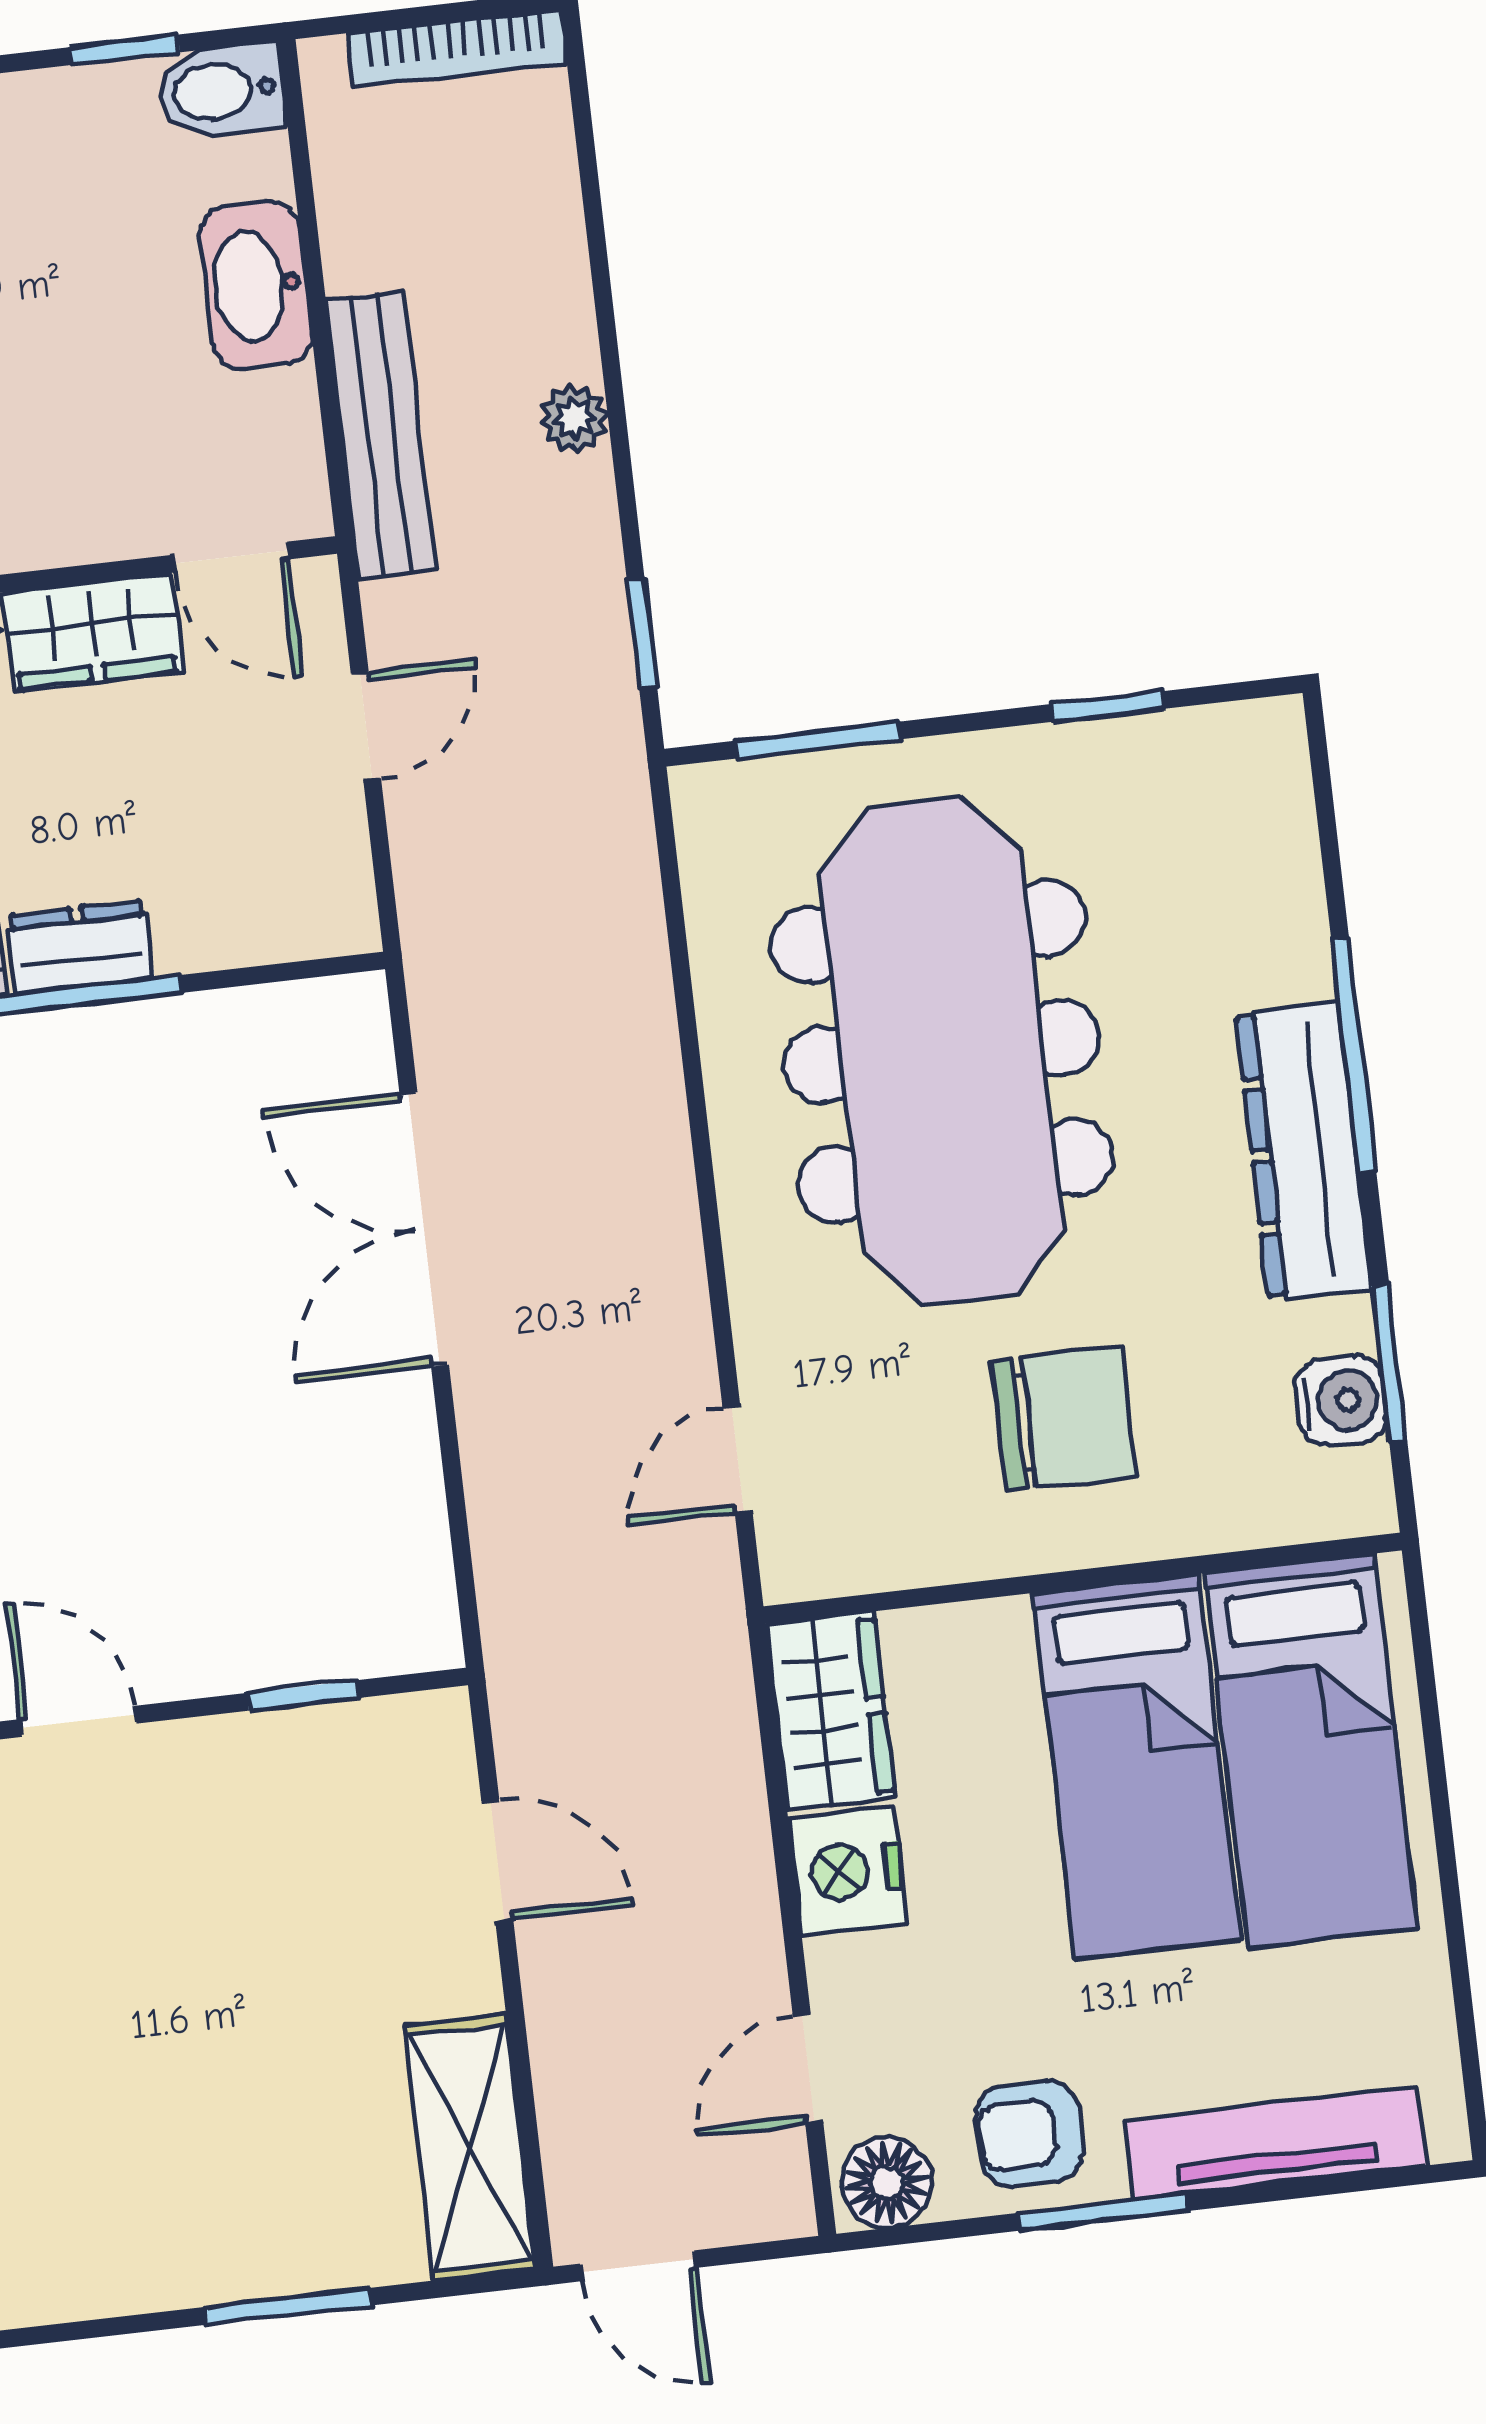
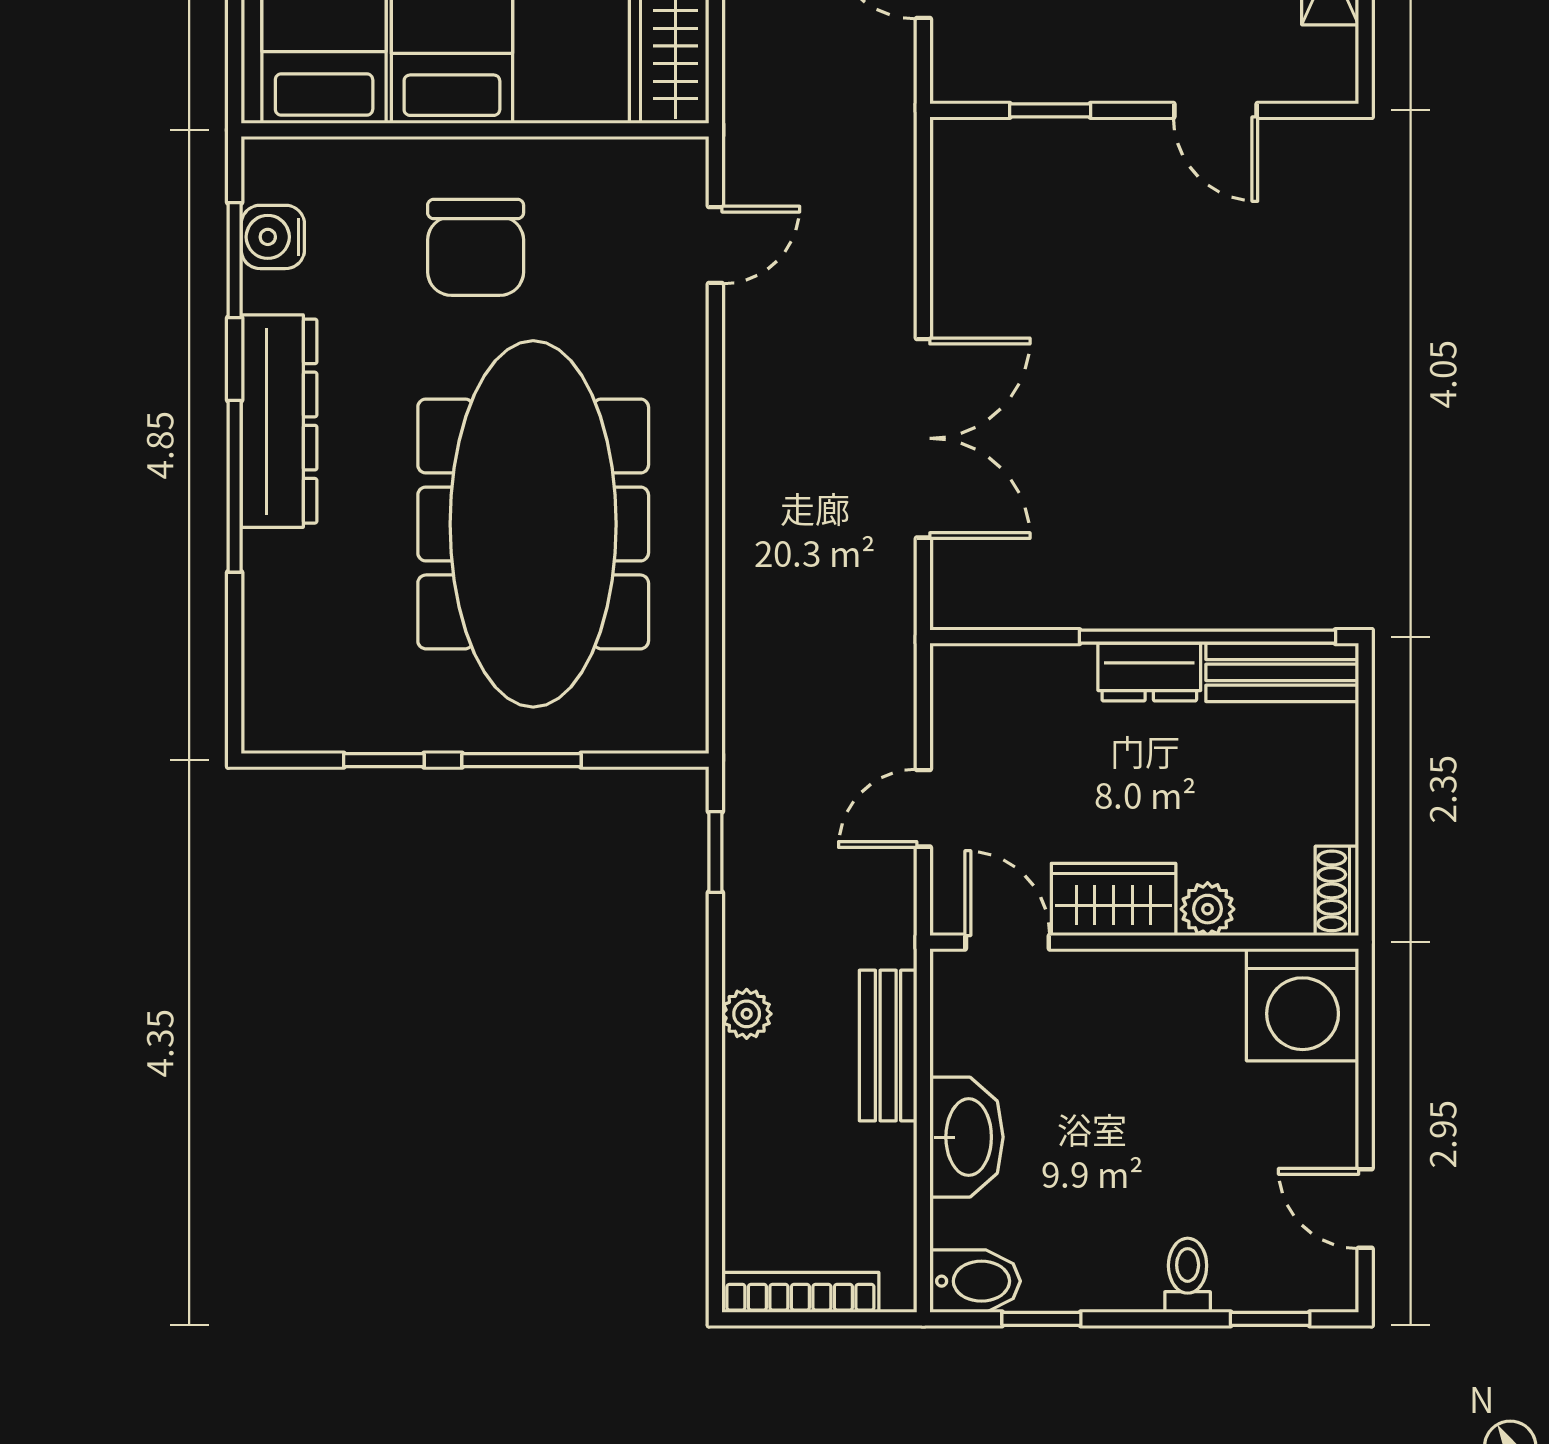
bench: (381, 435) -> (888, 1045), width x0.73
window: (818, 740) -> (522, 760), moved
chair: (1063, 1419) -> (476, 247), turned -90

